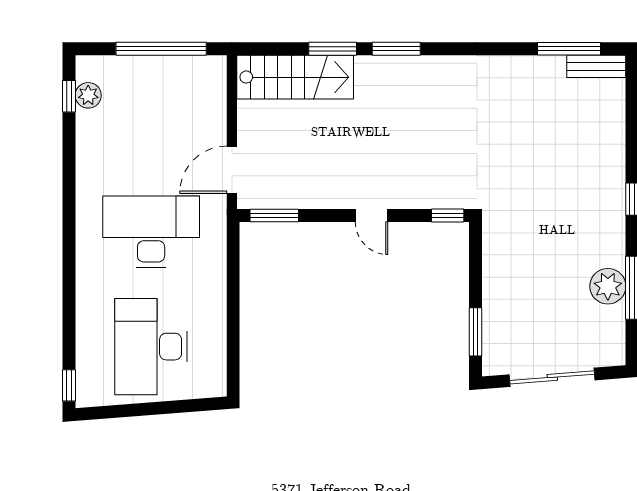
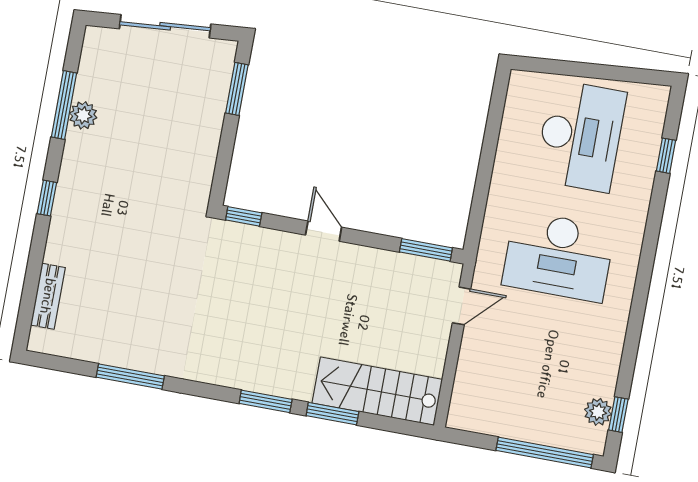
window: (161, 49) -> (545, 453), moved
window: (569, 49) -> (130, 377), moved
bench: (596, 66) -> (48, 296), moved, turned 90
door: (232, 170) -> (462, 306), width x0.73
plant: (608, 286) -> (83, 115), width x0.73, depth x0.73
window: (69, 385) -> (666, 156), moved

